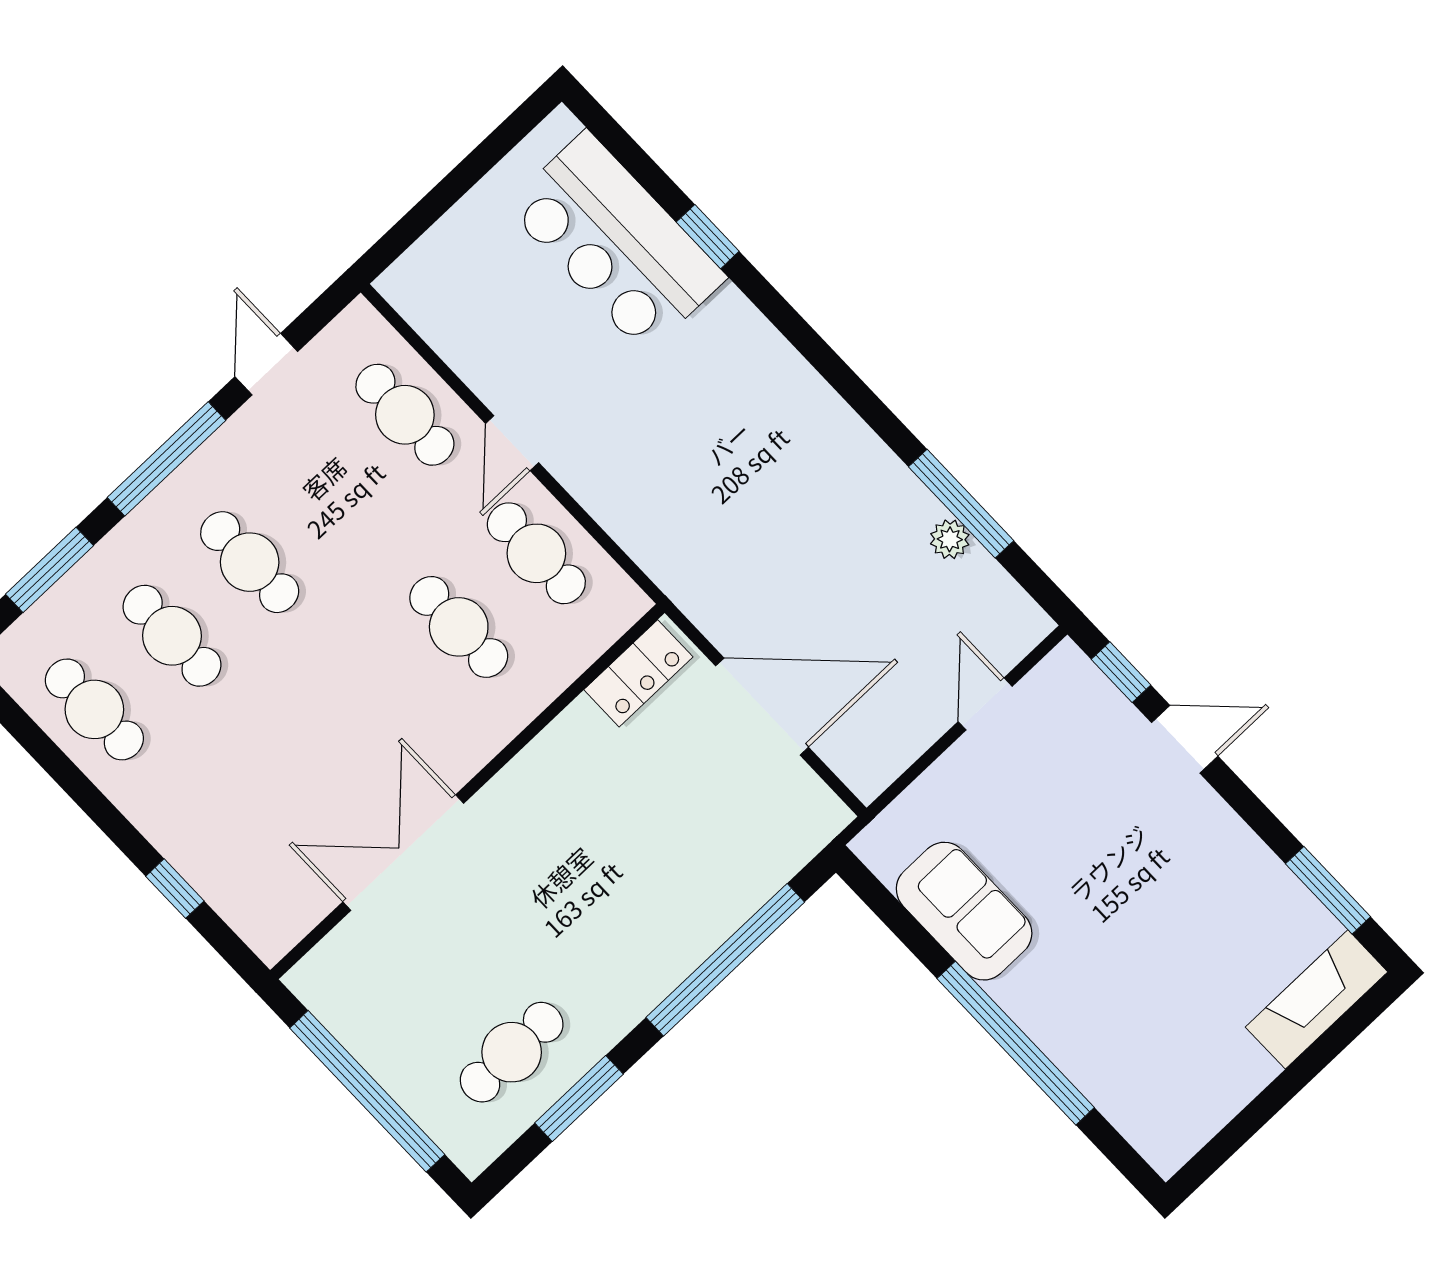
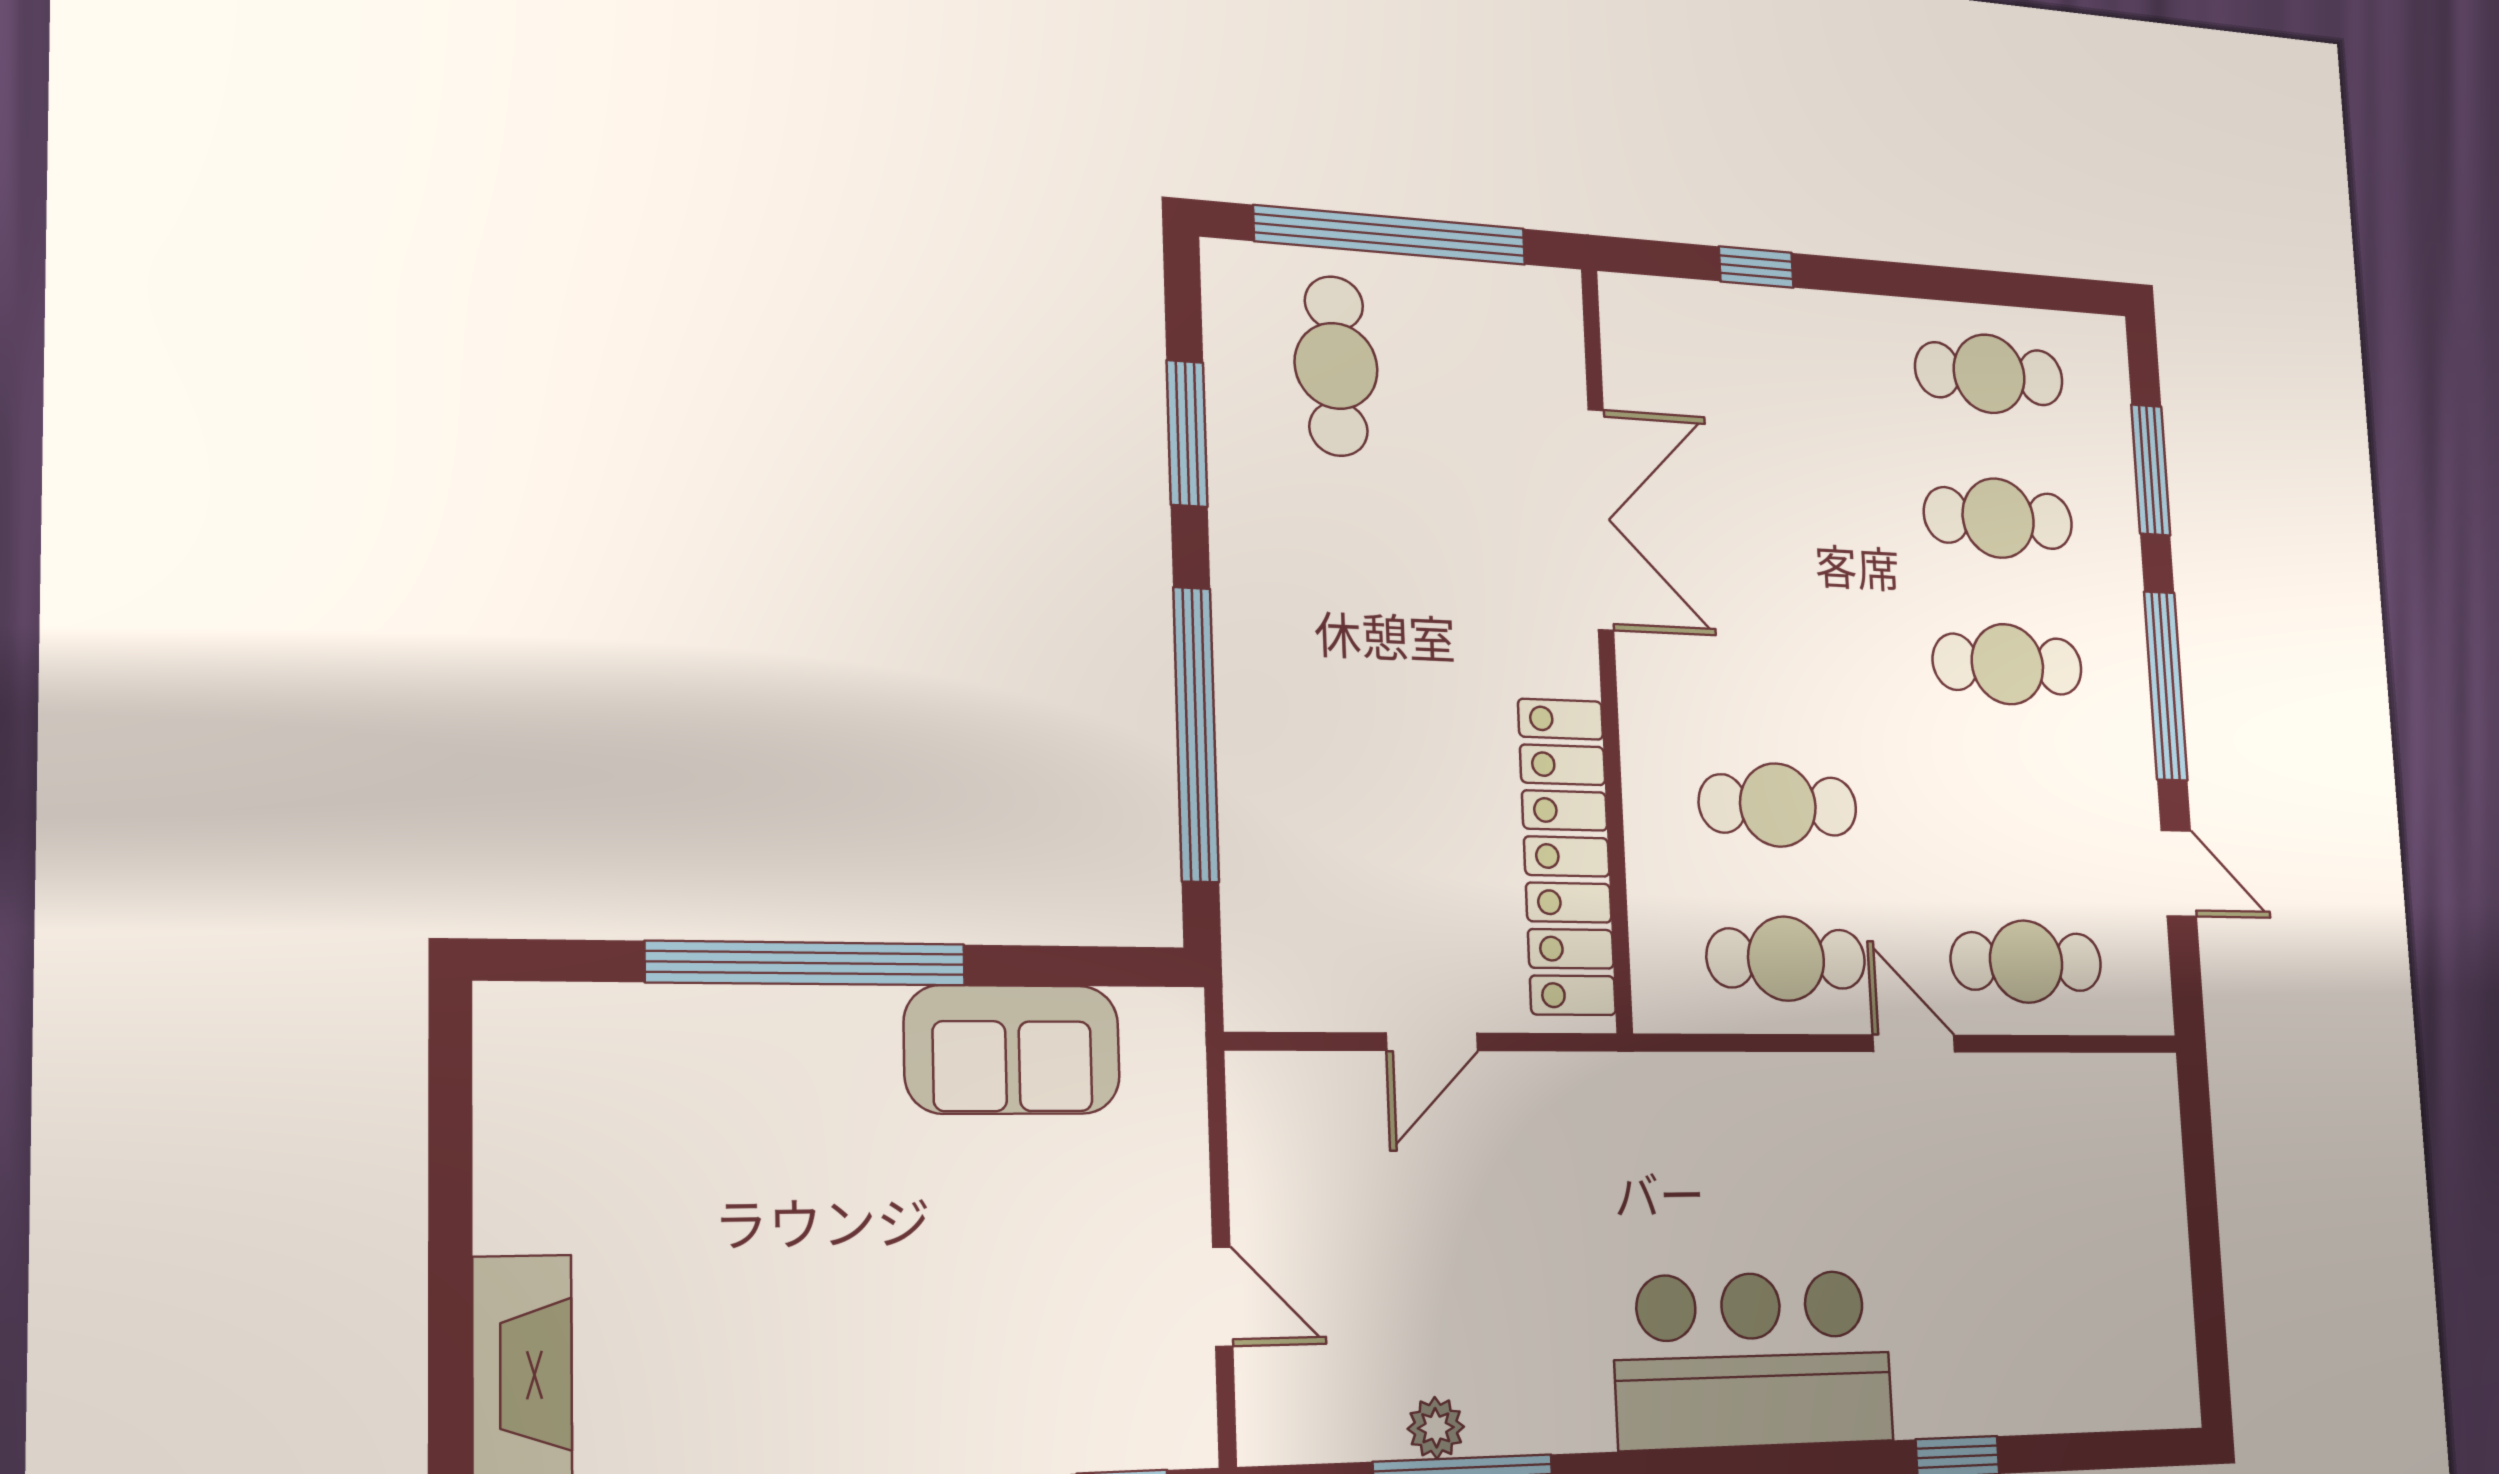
bar counter: (616, 242) -> (1753, 1359), moved
locker: (638, 673) -> (1567, 856), width x2.16, depth x1.21
door: (762, 707) -> (1432, 1042), width x0.53
cafe table: (512, 1052) -> (1336, 366), moved

